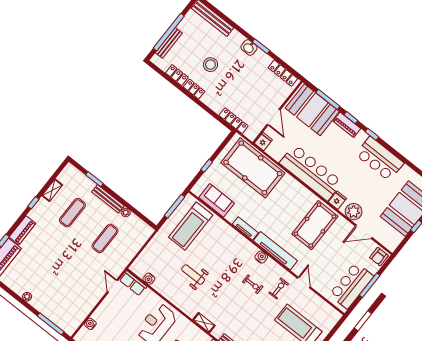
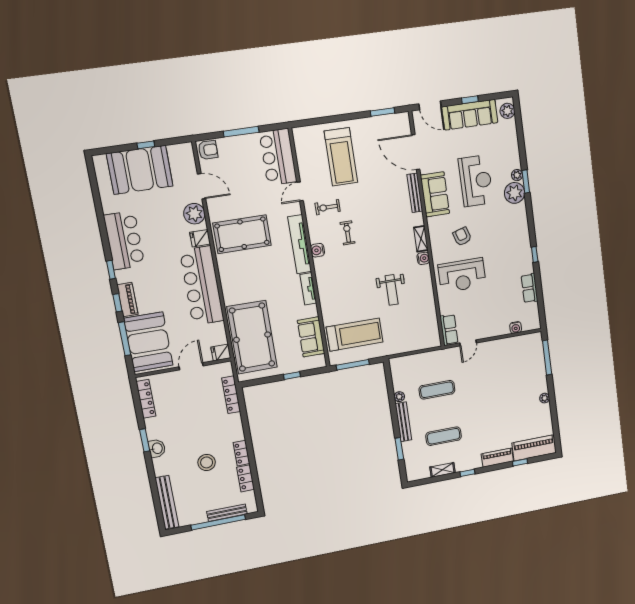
water cooler: (149, 279) -> (423, 258), moved
bar counter: (351, 285) -> (278, 157), moved, turned 90

